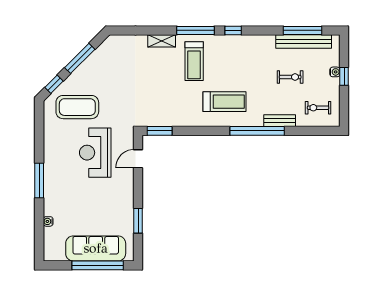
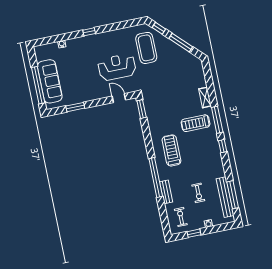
window: (344, 76) -> (194, 233), moved
treadmill: (225, 102) -> (171, 150), turned 180
window: (39, 181) -> (89, 32), width x0.46

